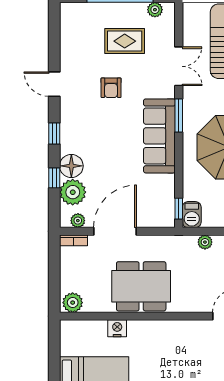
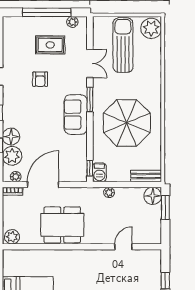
sofa: (159, 136) -> (76, 115), width x0.73
nightstand: (117, 328) -> (45, 256), removed

